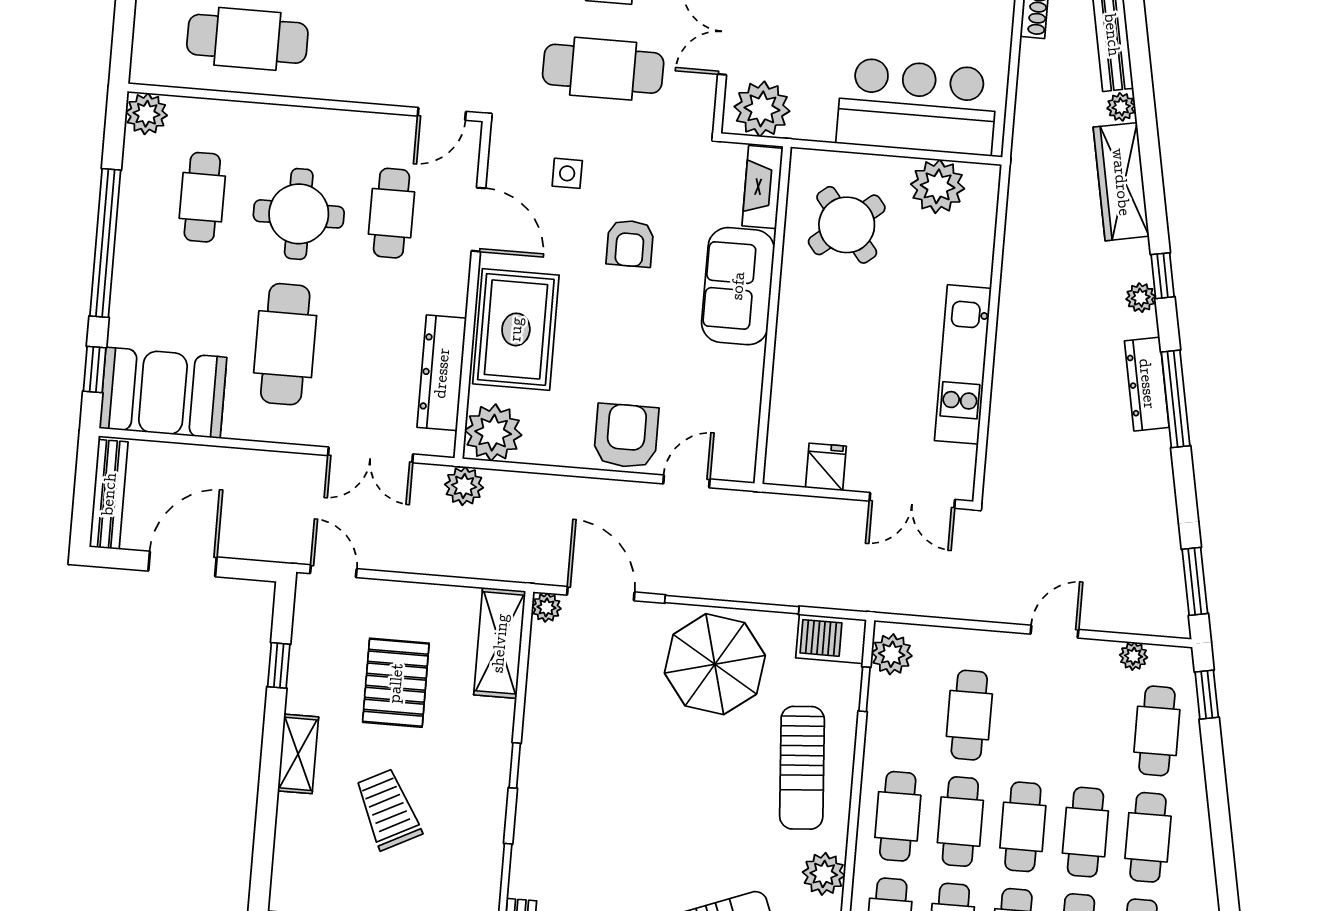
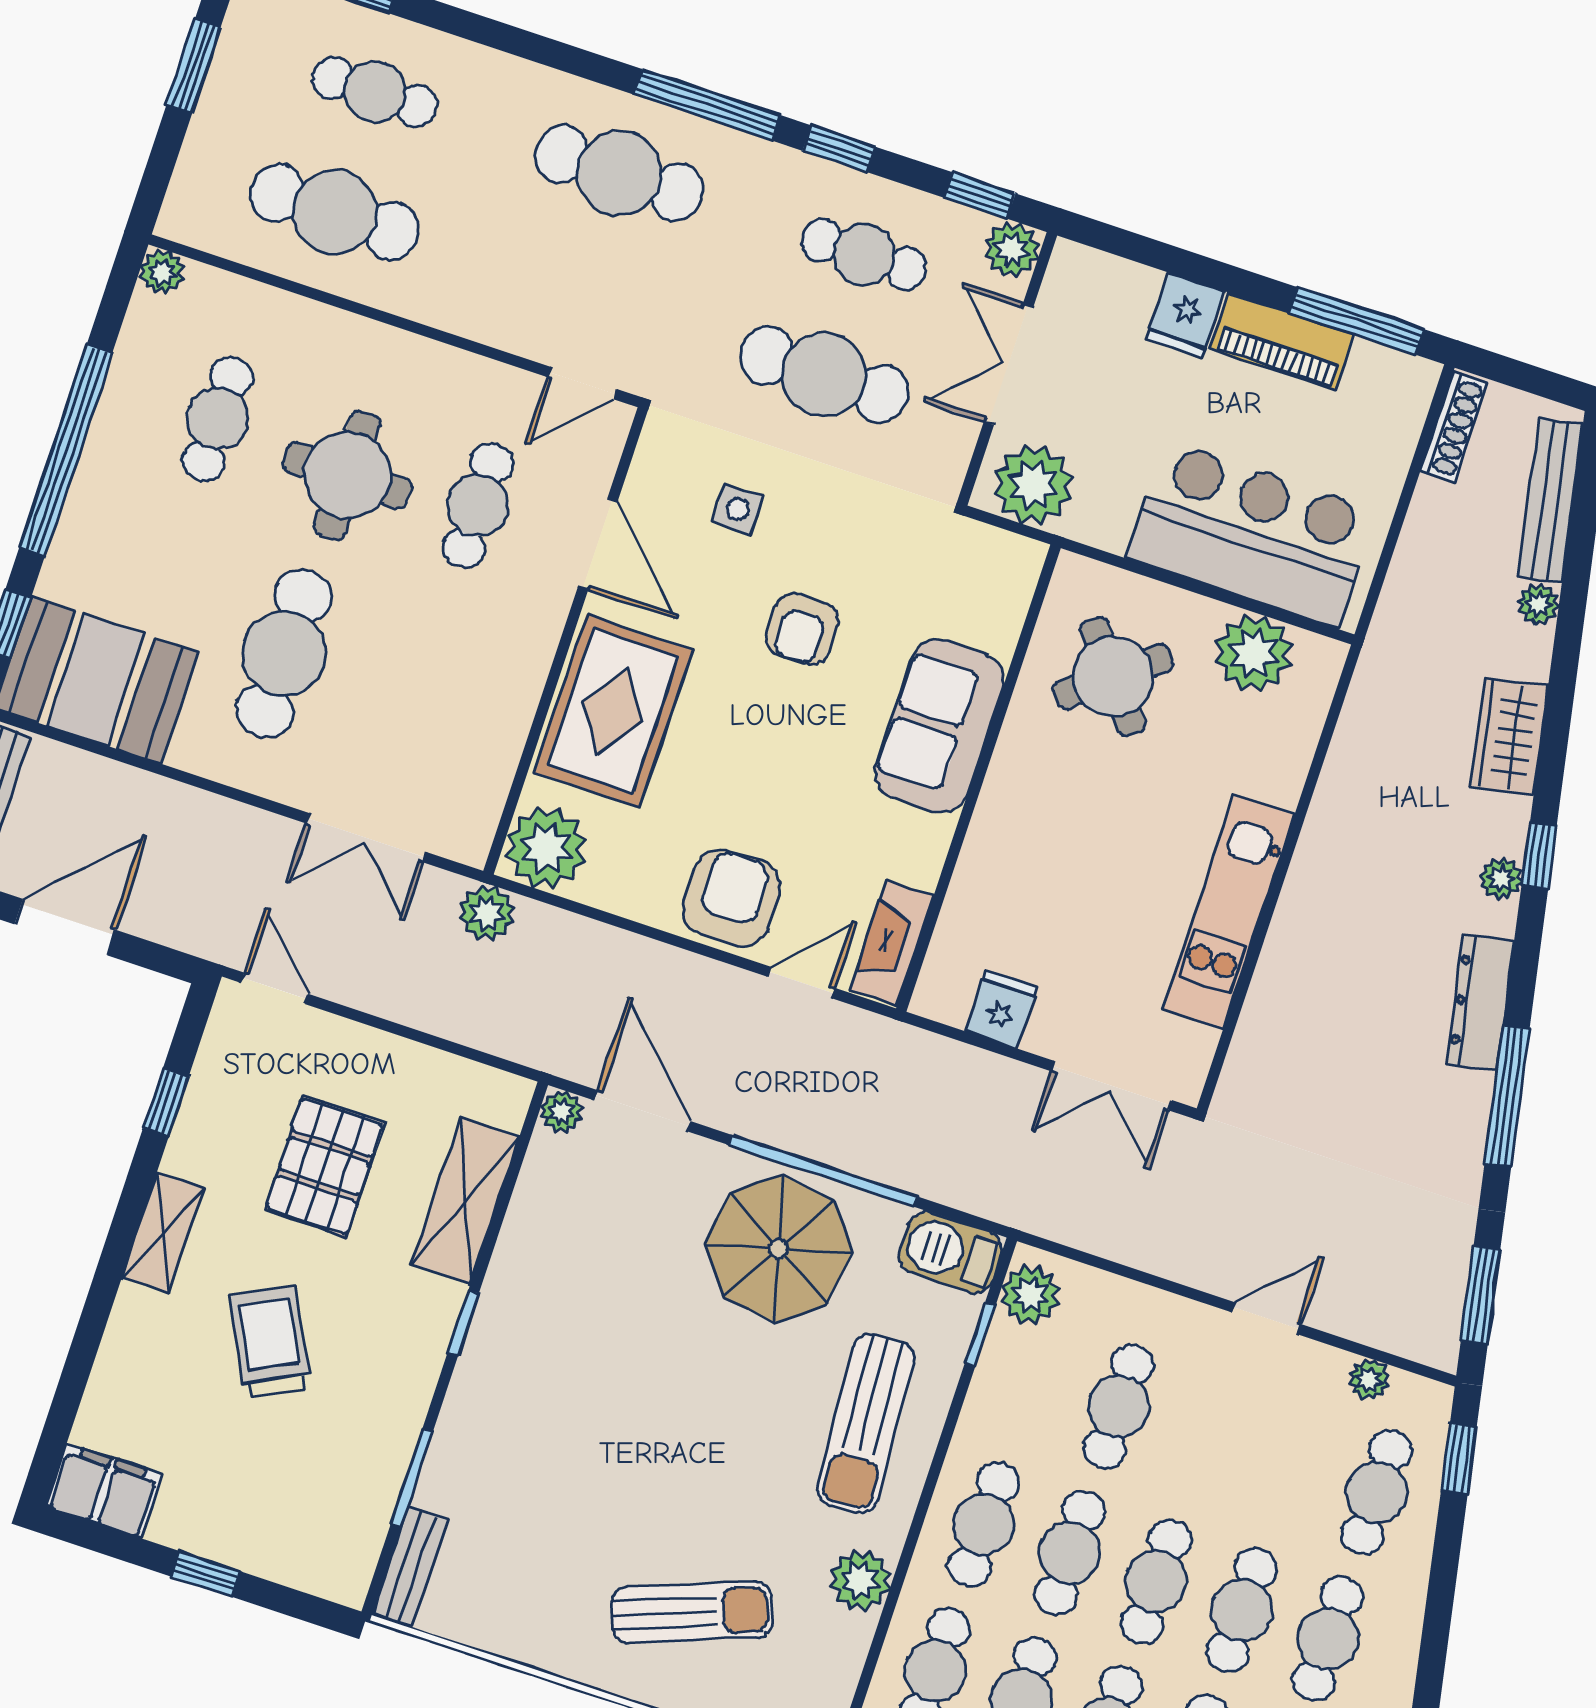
plant: (146, 114) -> (162, 272), width x0.73, depth x0.73
wardrobe: (1121, 182) -> (1509, 736), width x0.67
fireplace: (762, 187) -> (892, 943), moved
dresser: (442, 373) -> (494, 747), removed
window: (1176, 399) -> (1507, 1096), moved
shelving: (500, 643) -> (465, 1201), moved

